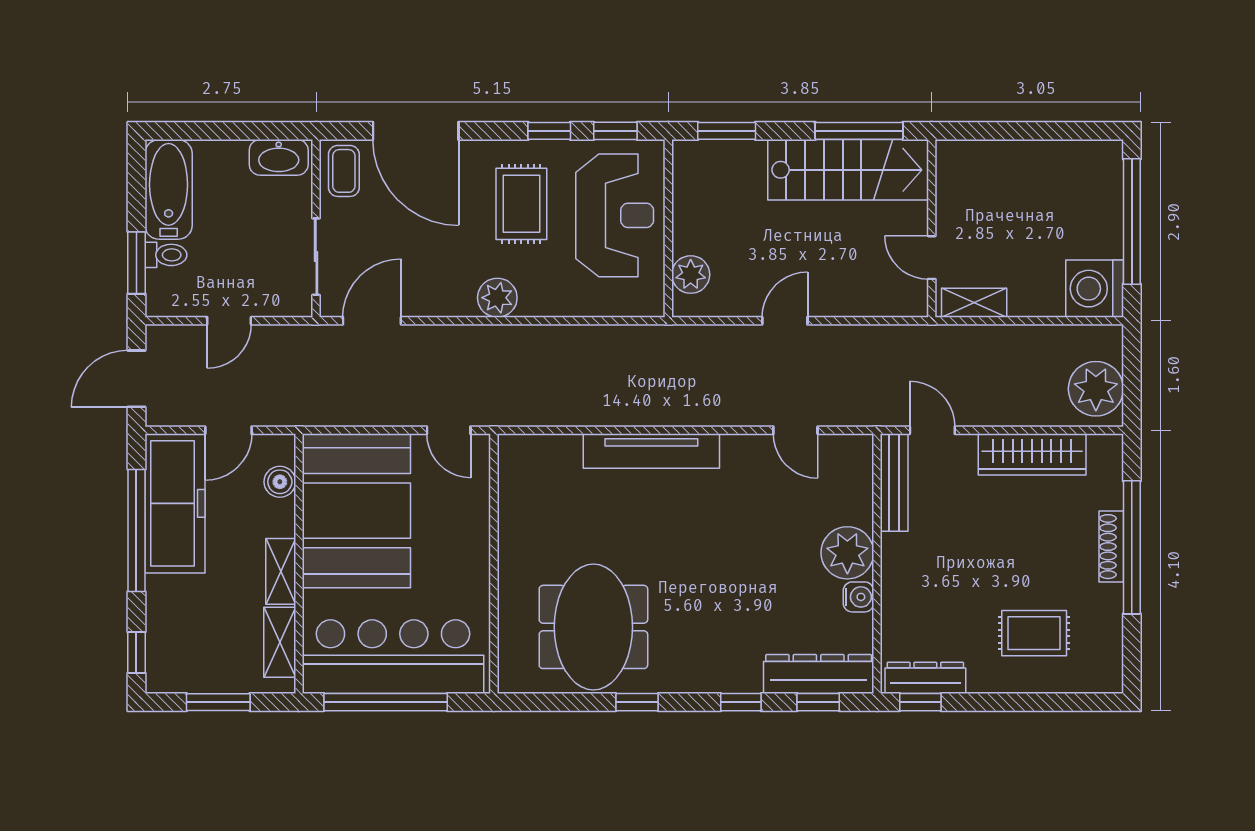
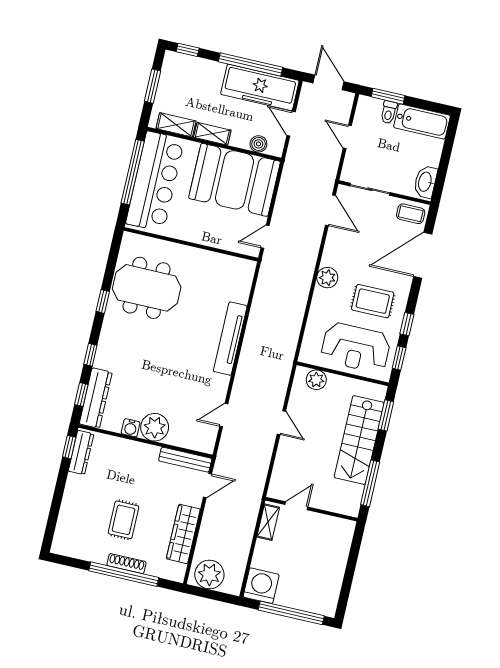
stairs: (848, 170) -> (359, 440), moved
rug: (1034, 633) -> (124, 520), moved

